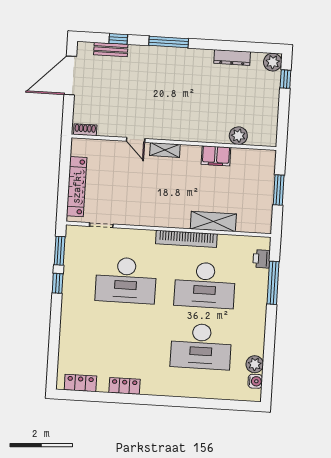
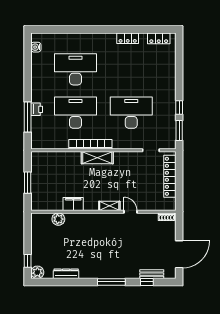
shelving: (213, 221) -> (97, 158), moved
printer: (262, 259) -> (37, 109), moved
plant: (255, 364) -> (37, 59), removed

